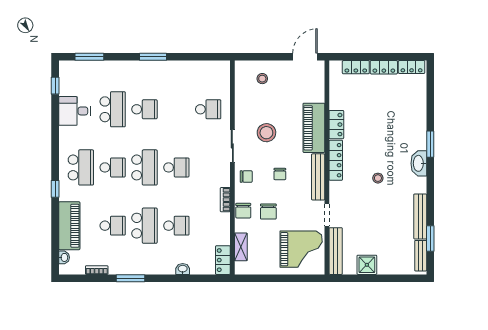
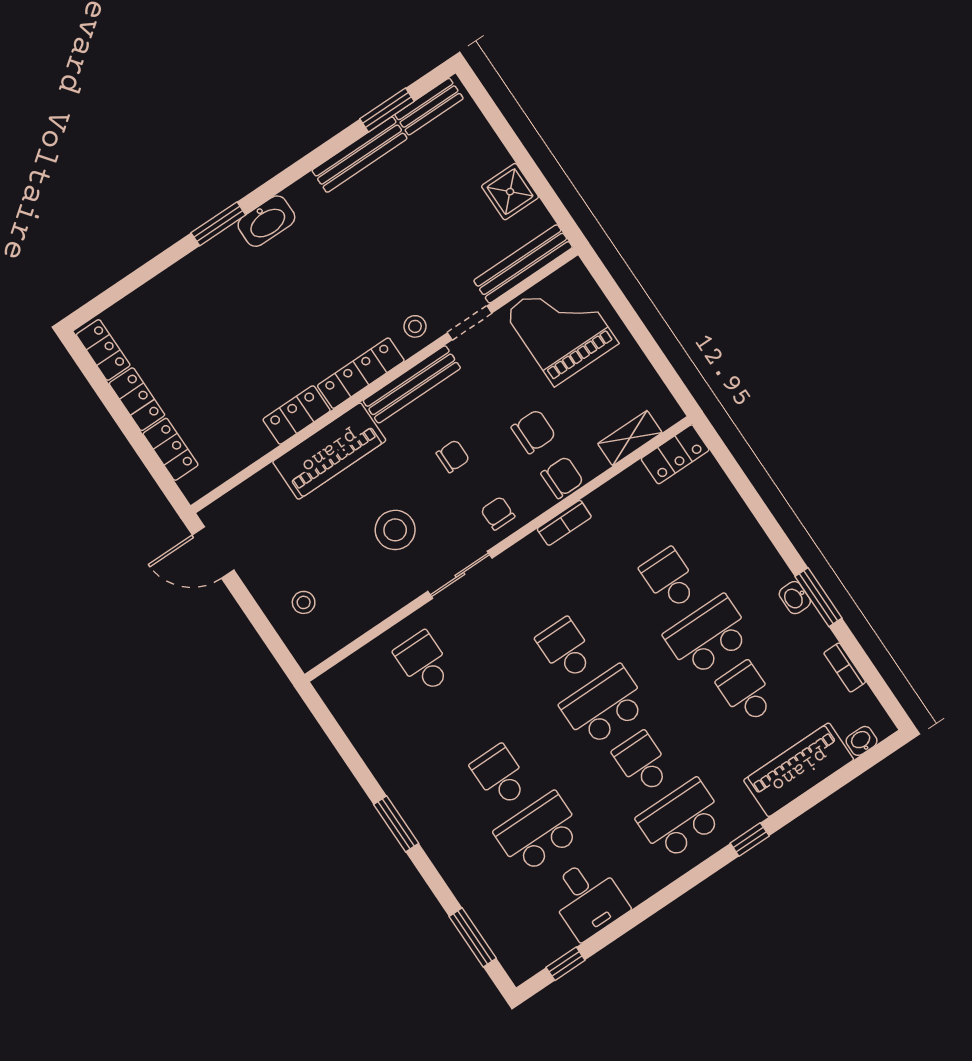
stool: (378, 178) -> (415, 326), moved
washbasin: (183, 269) -> (795, 598), moved

